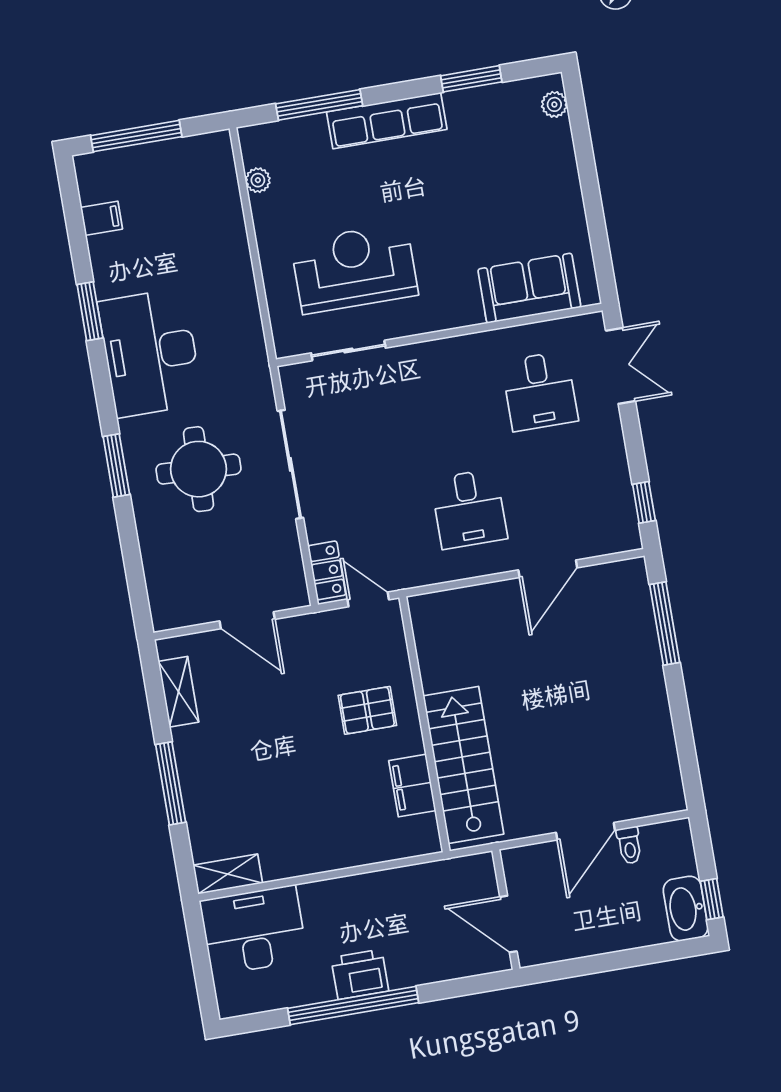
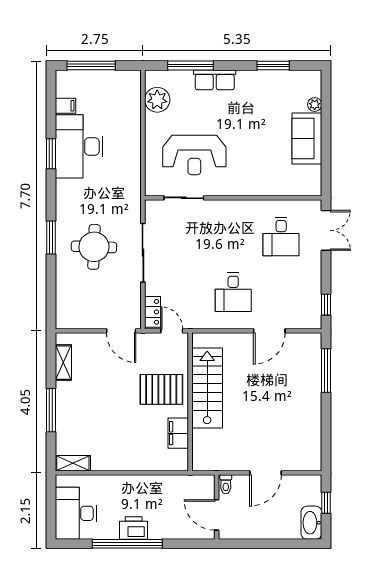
plant: (554, 104) -> (315, 105), moved
row of seats: (387, 121) -> (215, 80), width x0.68
plant: (258, 180) -> (157, 100), width x1.88, depth x1.88
reception desk: (354, 268) -> (194, 155), turned 180
sofa: (529, 288) -> (307, 139), moved, turned -90
desk: (150, 353) -> (79, 146), moved
door: (247, 620) -> (121, 331), moved
pallet: (367, 710) -> (161, 389), width x1.50, depth x1.42
stairs: (463, 765) -> (207, 388), moved
toilet: (629, 845) -> (226, 484), moved
window: (712, 899) -> (326, 503), moved
desk: (254, 930) -> (76, 513), moved, turned -90

